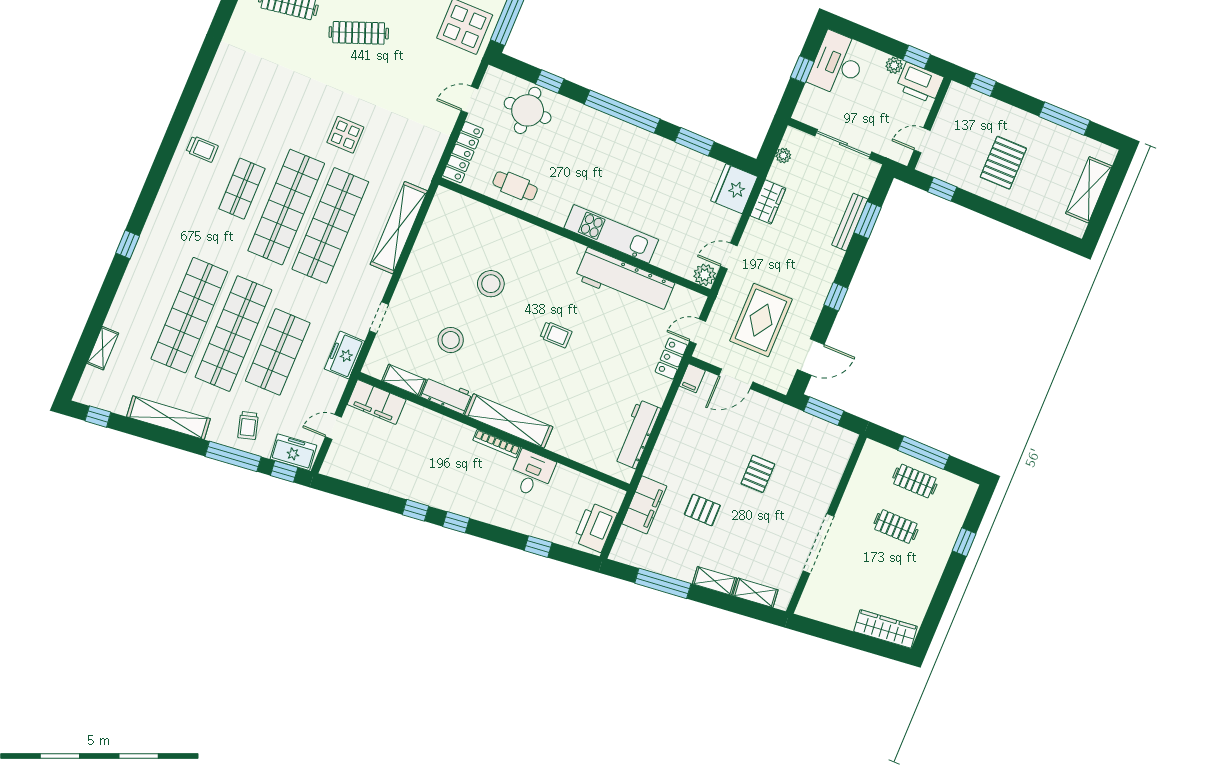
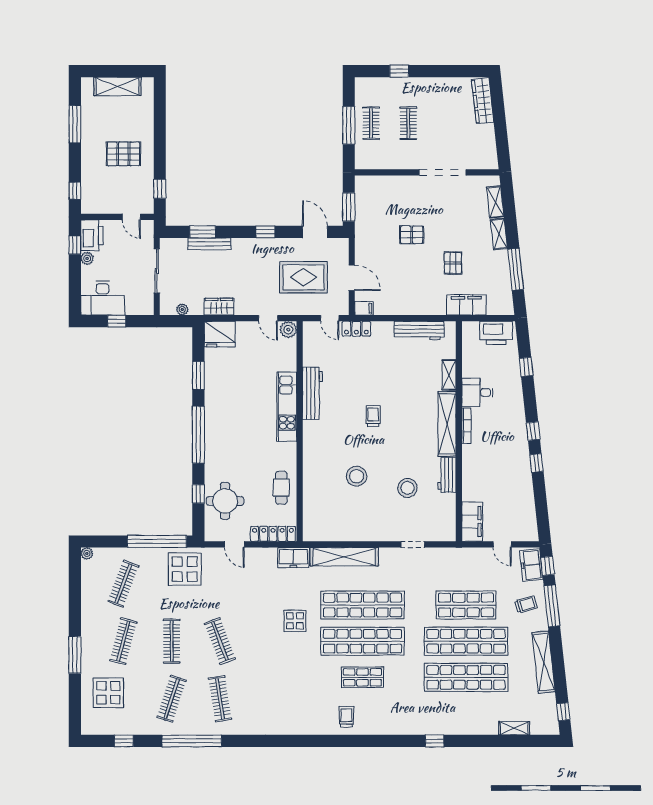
workbench: (625, 281) -> (312, 393), width x0.73, depth x0.76
freezer: (344, 355) -> (293, 558), moved
shelving: (404, 380) -> (449, 375), moved

